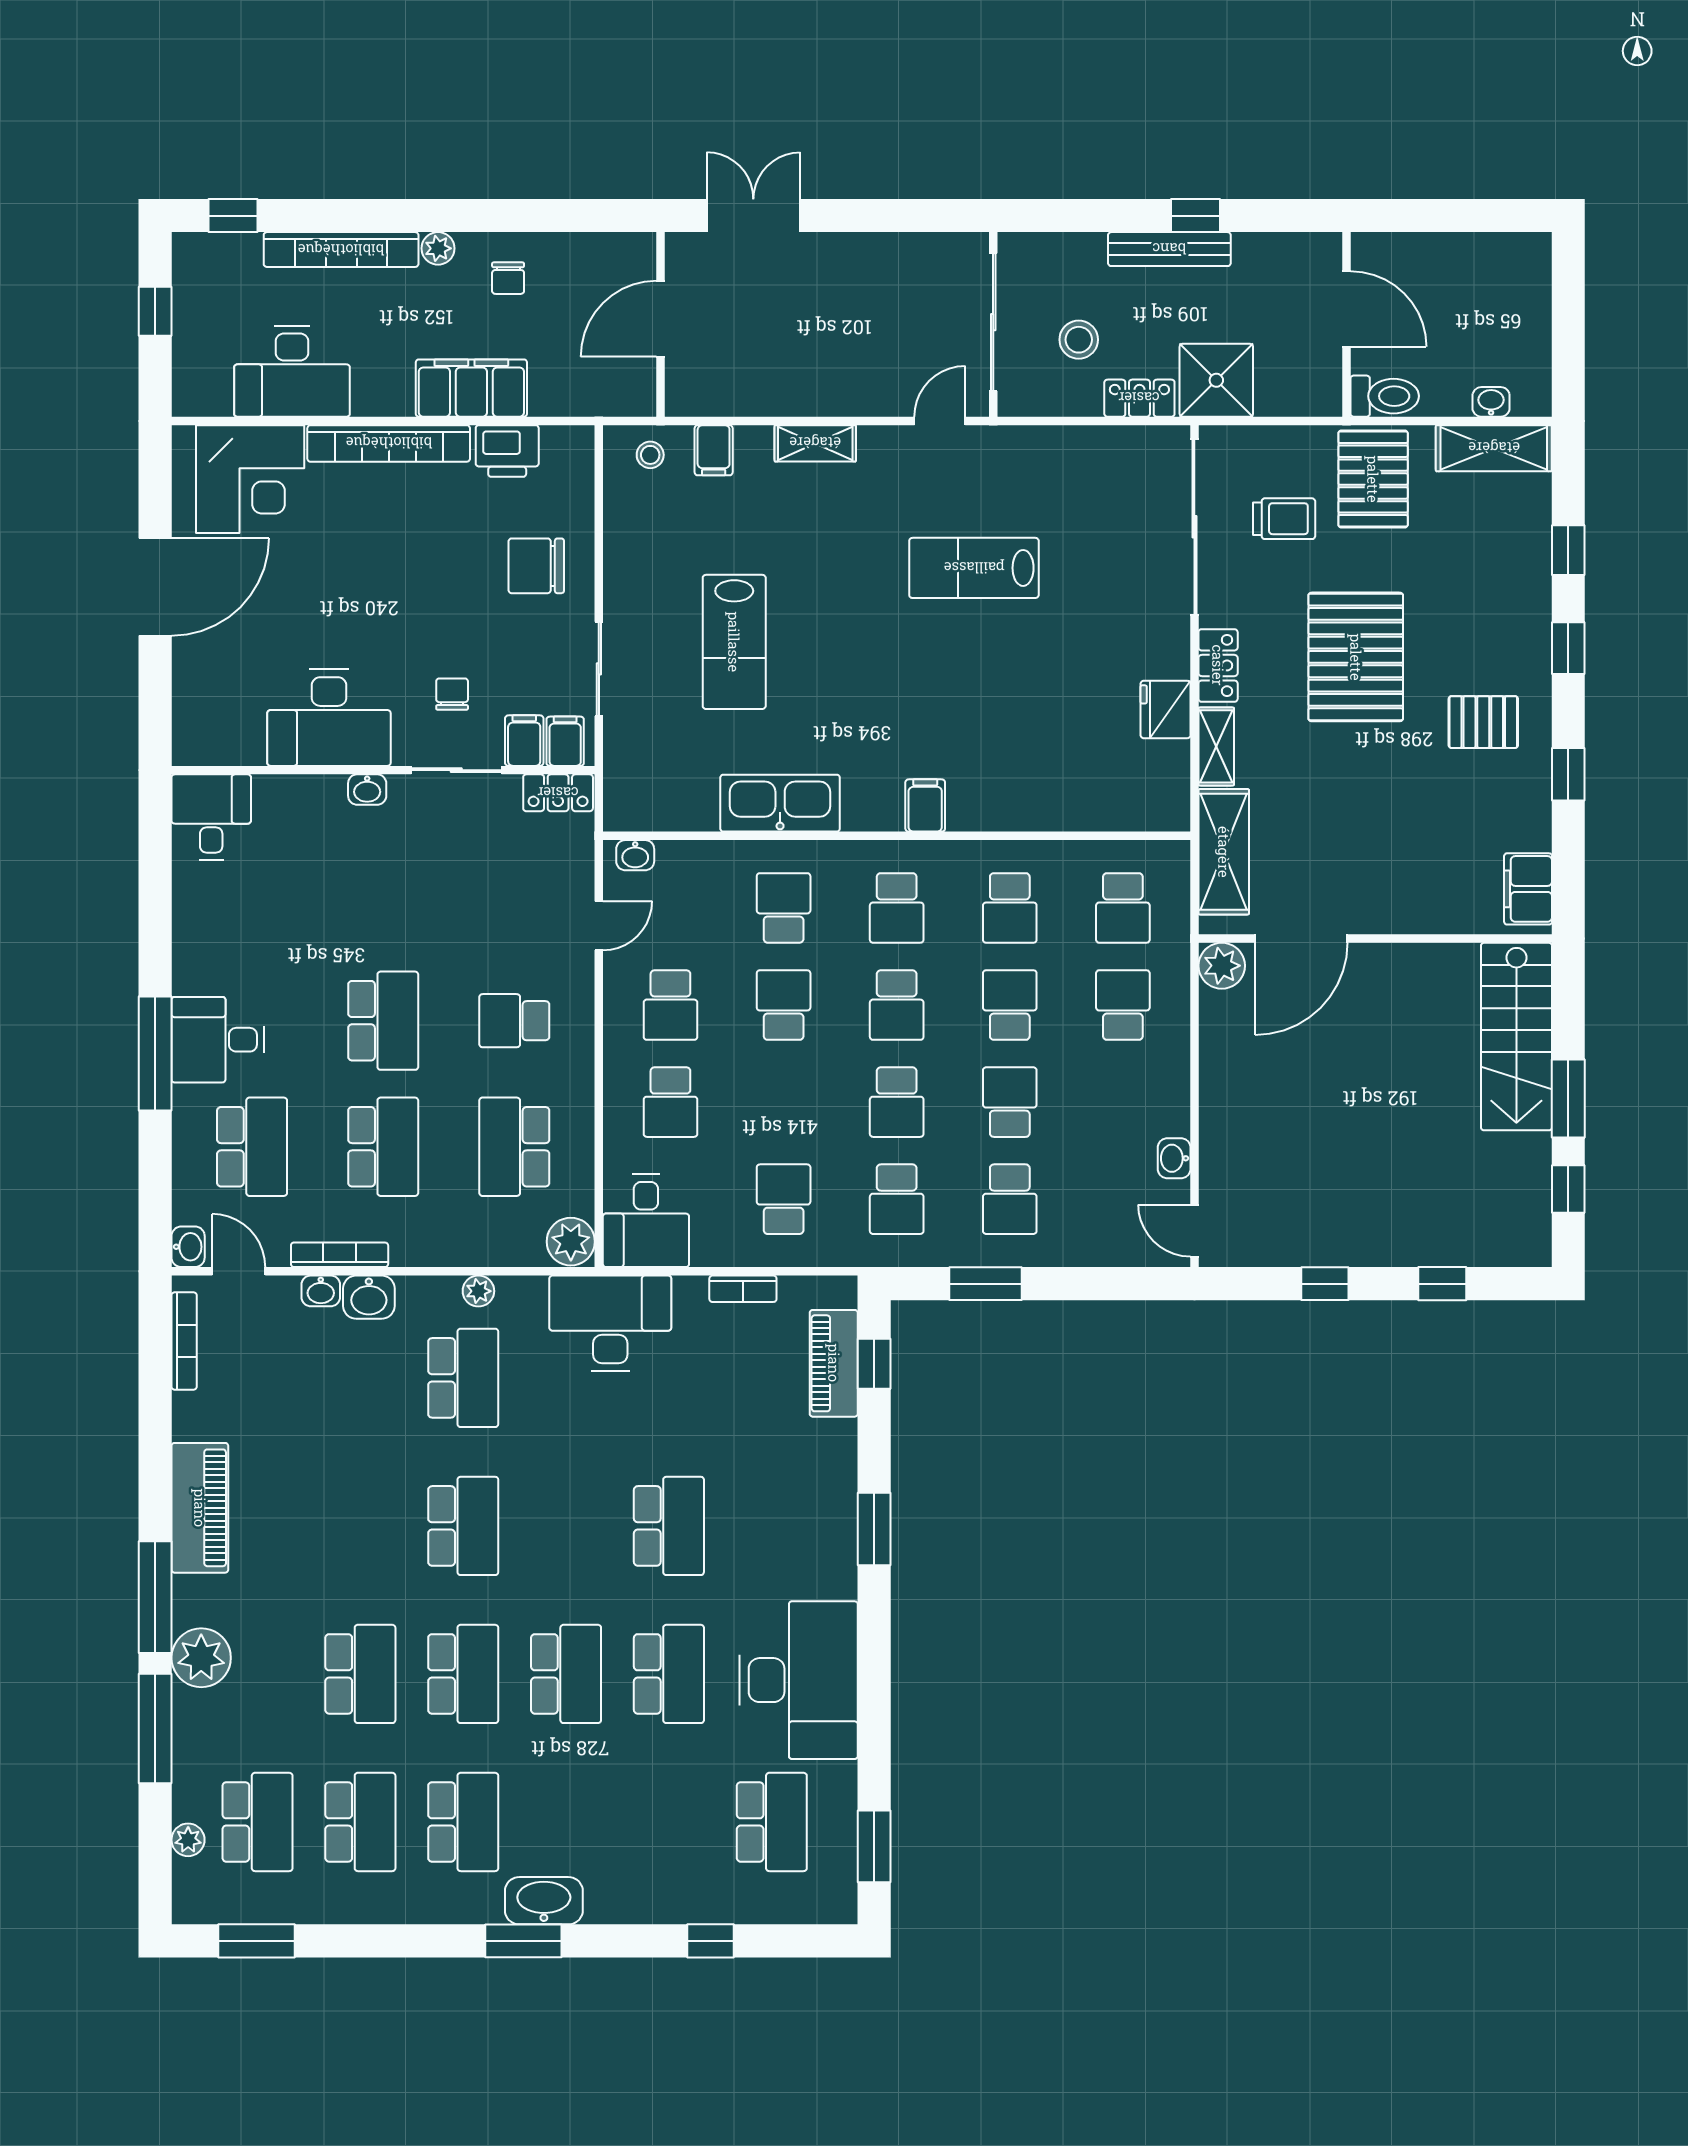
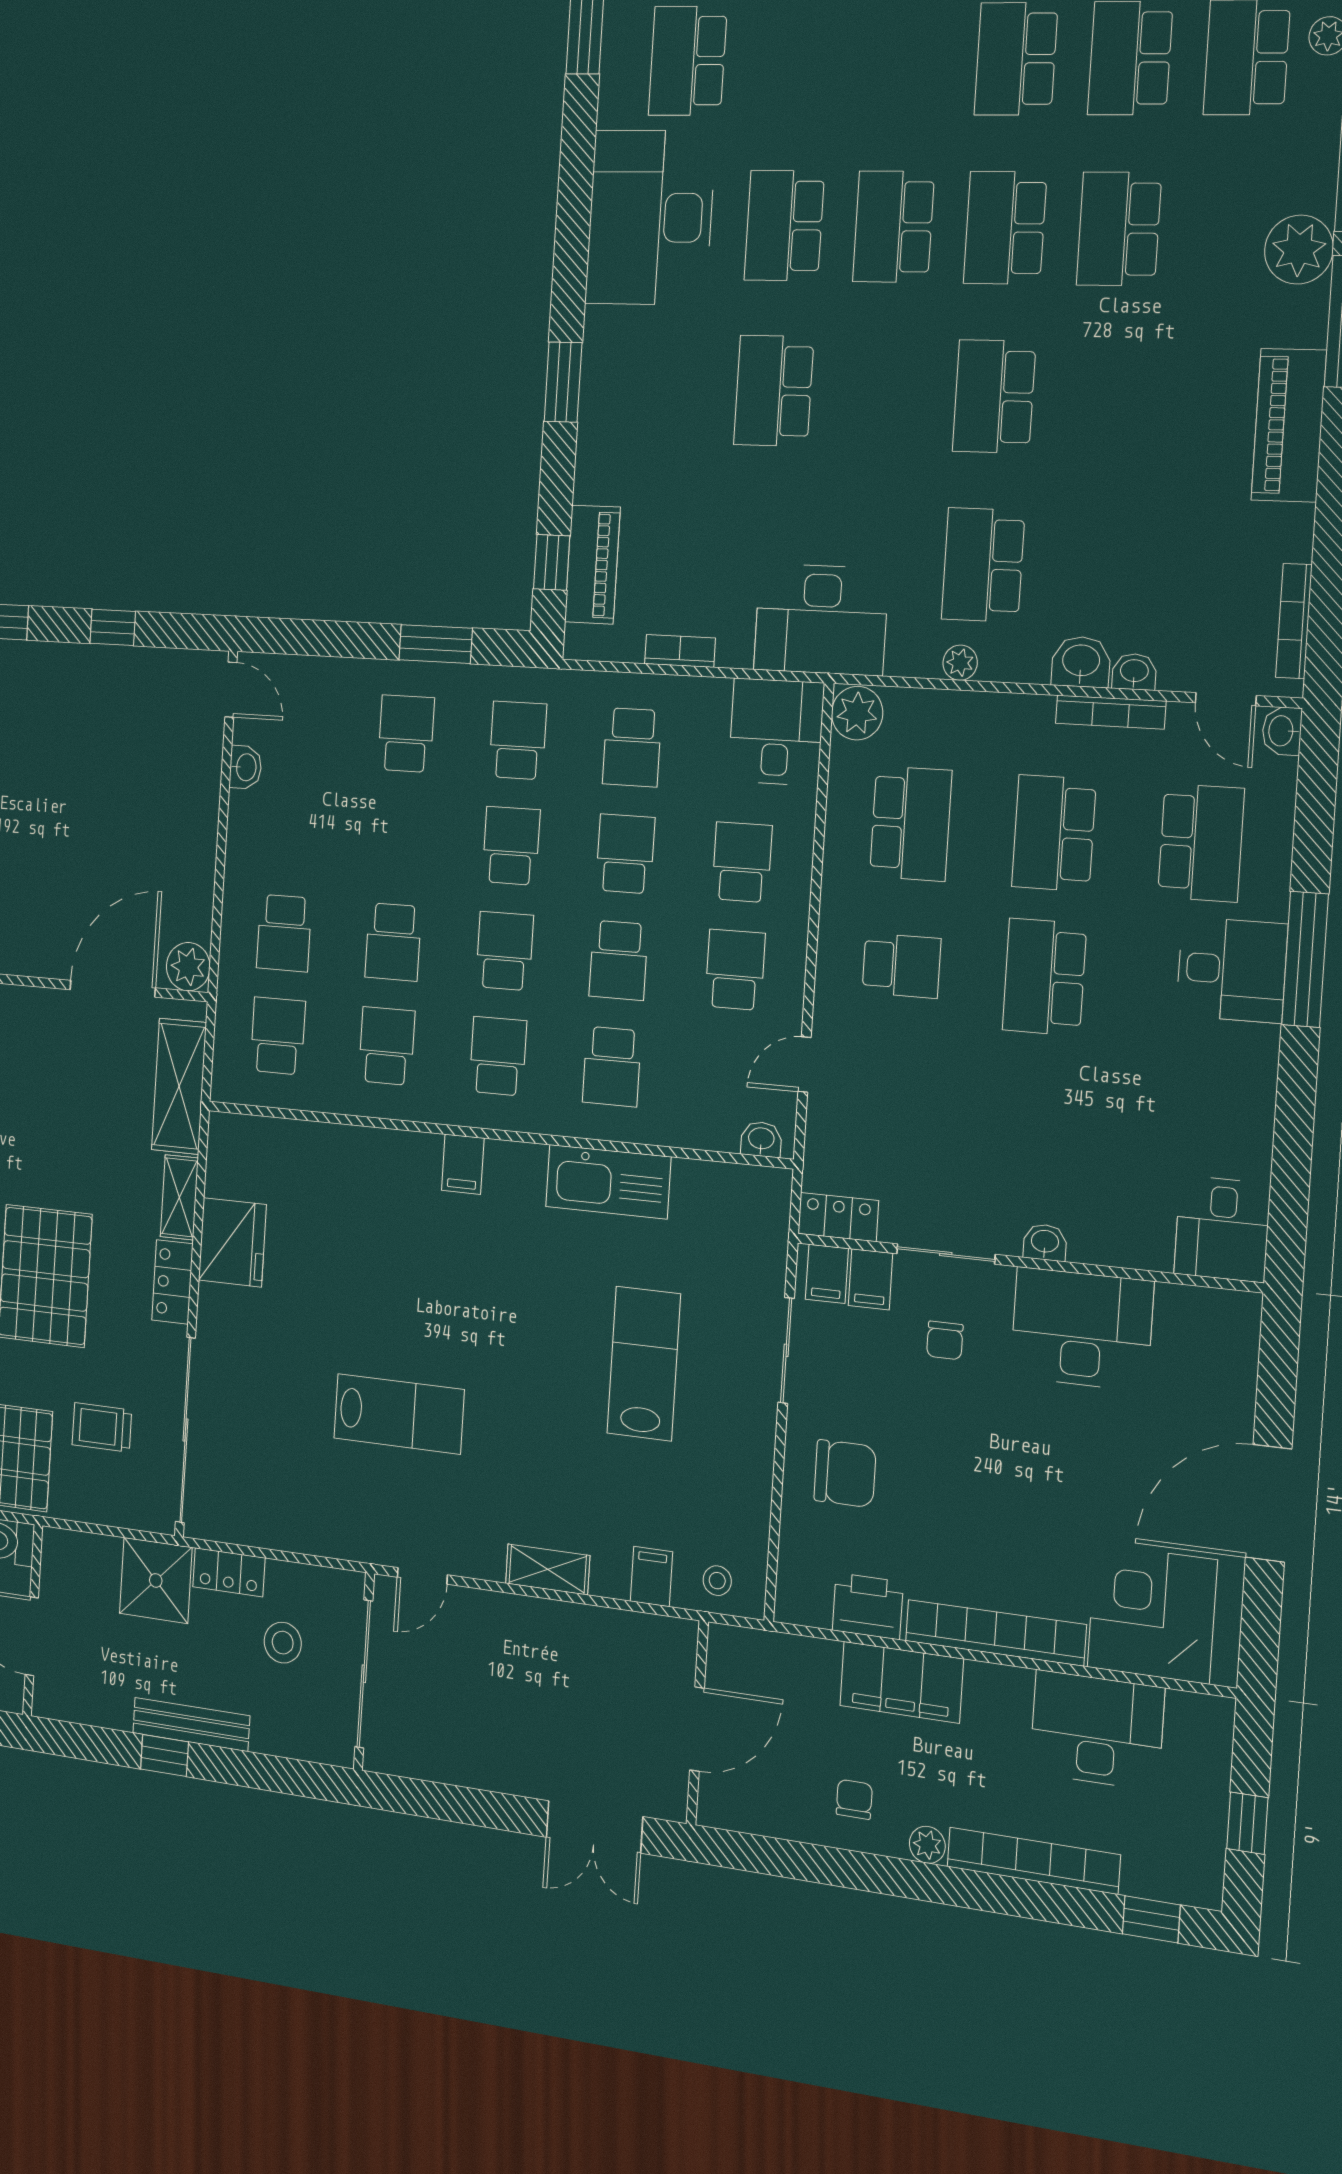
fridge: (1166, 709) -> (232, 1242), width x1.36, depth x1.34
school desk: (1010, 1102) -> (625, 854), moved, turned 180
school desk: (252, 1147) -> (1201, 843), turned 180

